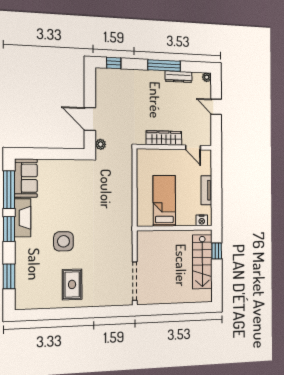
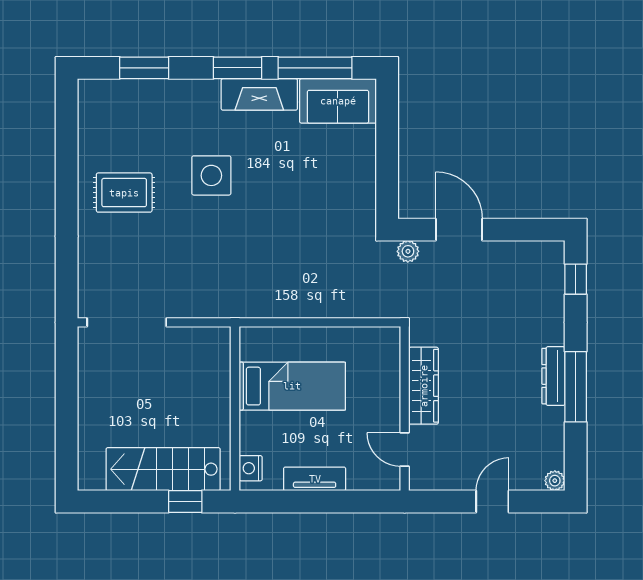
dresser: (178, 77) -> (553, 376), moved
door: (90, 119) -> (459, 230), hinge flipped
door: (193, 148) -> (405, 449), hinge flipped

